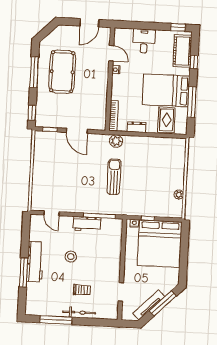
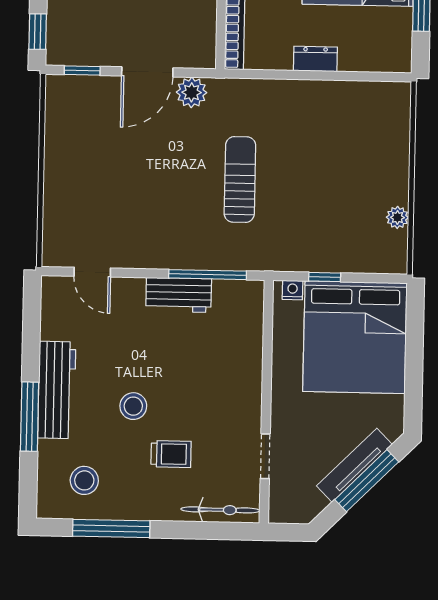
rug: (167, 120) -> (362, 39), removed
dresser: (137, 127) -> (315, 59), moved
door: (77, 131) -> (147, 72), hinge flipped
plant: (116, 141) -> (192, 92), moved
stool: (71, 257) -> (133, 406), moved
stool: (45, 300) -> (84, 480), added
tv unit: (149, 305) -> (354, 465), moved
bicycle: (79, 312) -> (220, 510), moved

